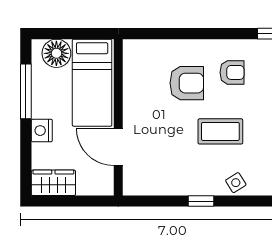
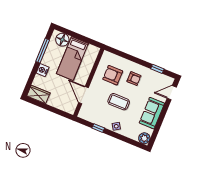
armchair: (187, 83) -> (113, 75), turned 180
wall: (118, 117) -> (89, 82), moved
door: (118, 147) -> (83, 95), moved

